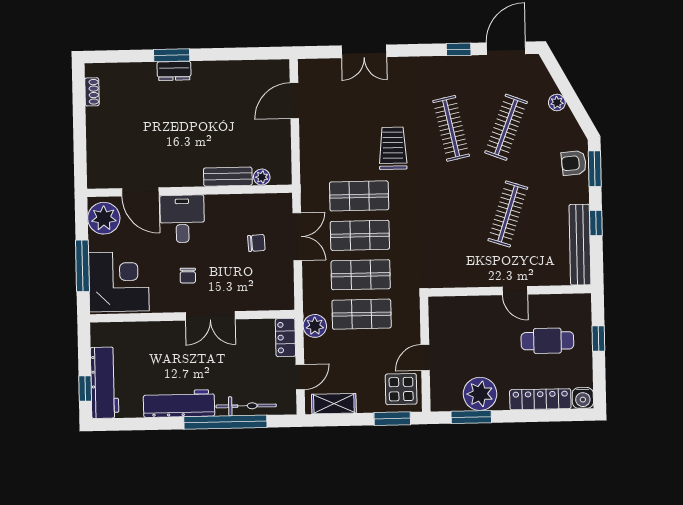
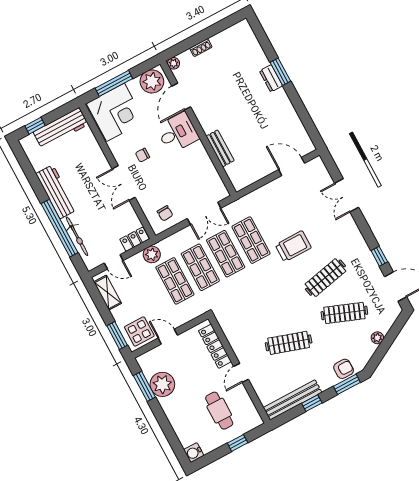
shoe rack: (92, 92) -> (201, 48), moved
armchair: (574, 163) -> (344, 369), turned 95
plant: (262, 177) -> (174, 63), moved
chair: (256, 243) -> (165, 213), moved
workbench: (105, 383) -> (61, 128), moved
locker: (540, 399) -> (215, 346), moved, turned 180

